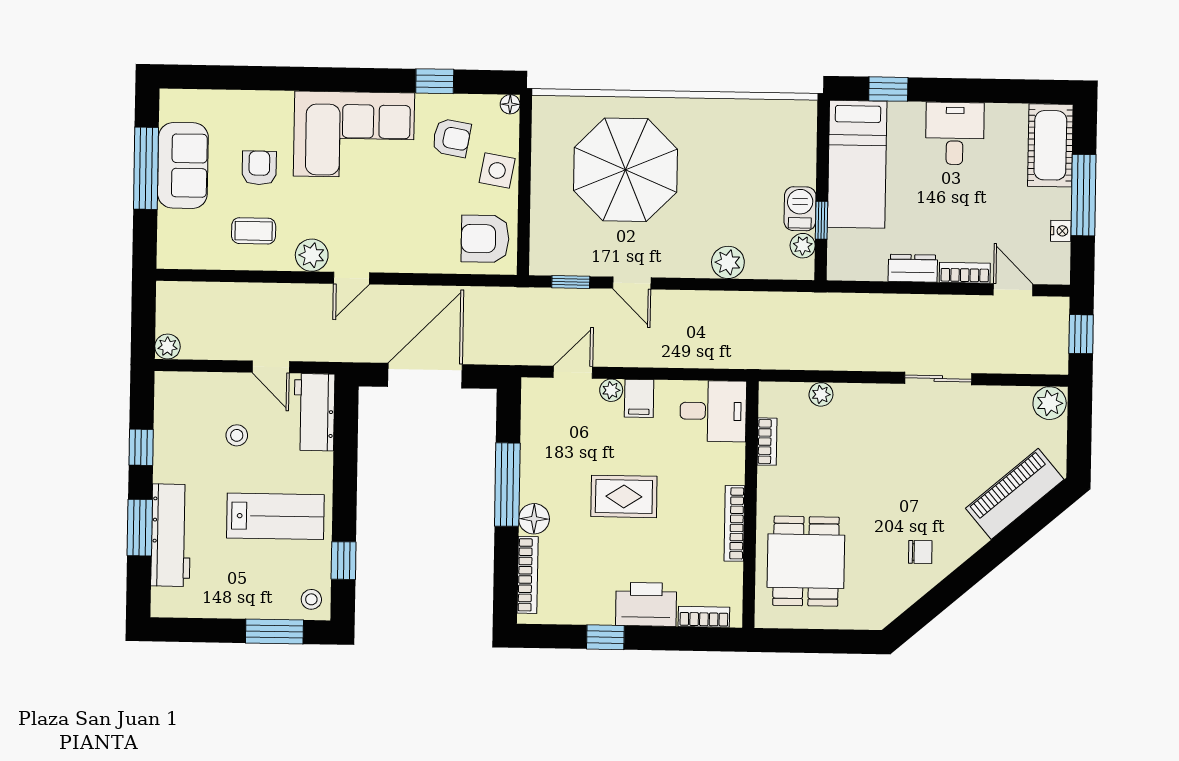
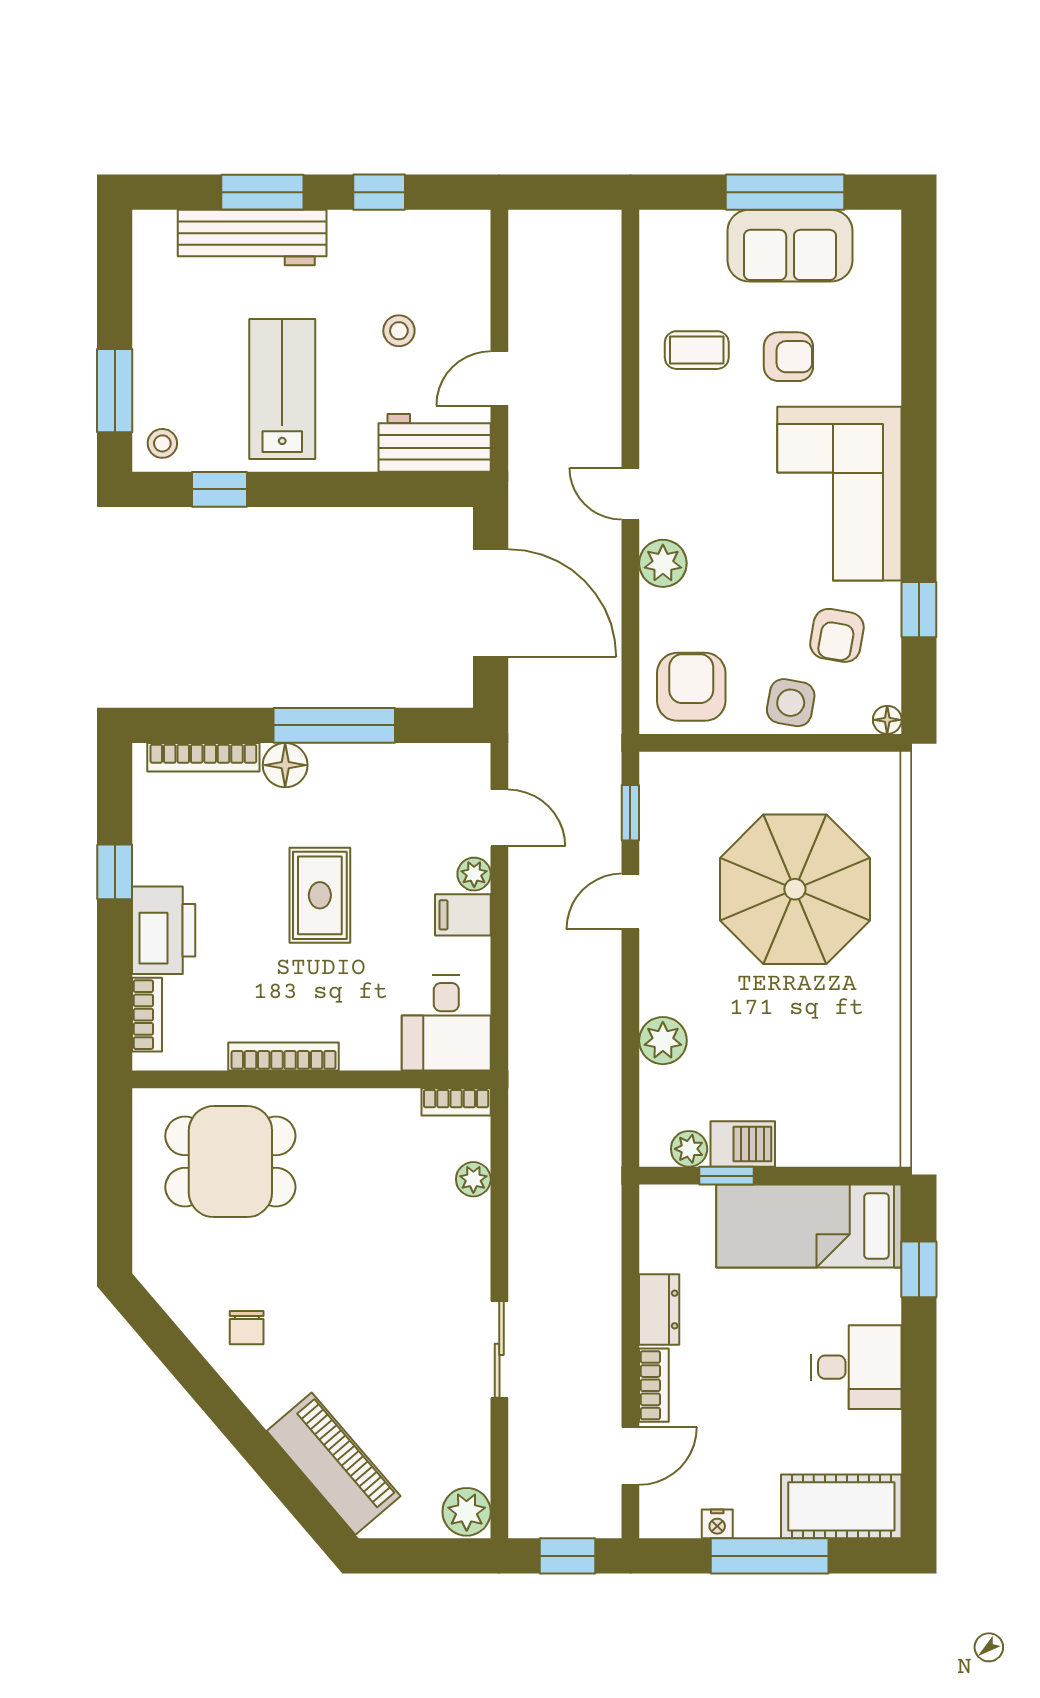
coffee table: (254, 231) -> (697, 350), turned 90
plant: (312, 255) -> (663, 563), moved
plant: (168, 346) -> (526, 228), removed
bookcase: (767, 442) -> (456, 1102), moved
lab bench: (275, 516) -> (282, 389), turned 180

